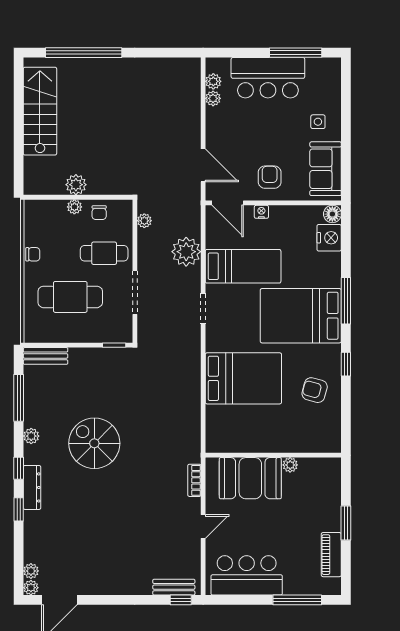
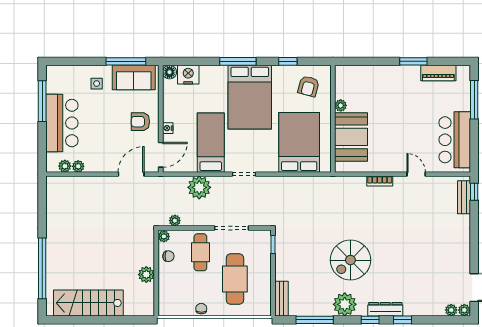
window: (346, 159) -> (126, 61), added
plant: (74, 207) -> (164, 236), moved
plant: (31, 436) -> (345, 304), width x1.88, depth x1.88
wall: (273, 455) -> (333, 119), moved
plant: (290, 465) -> (341, 105), moved
booth: (250, 478) -> (351, 137), moved

